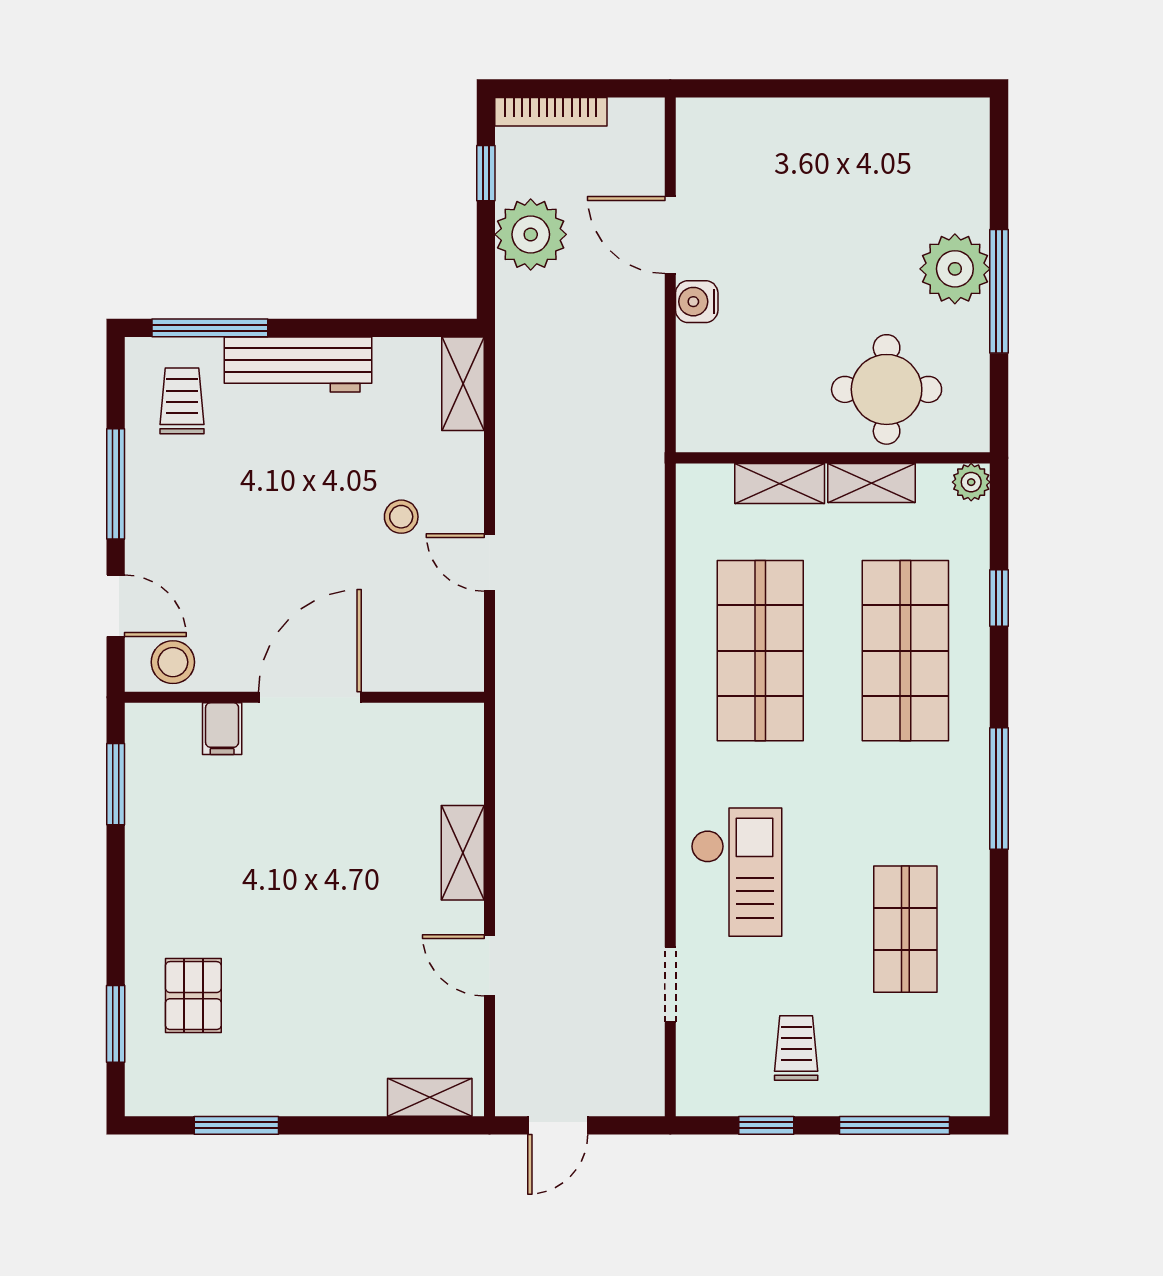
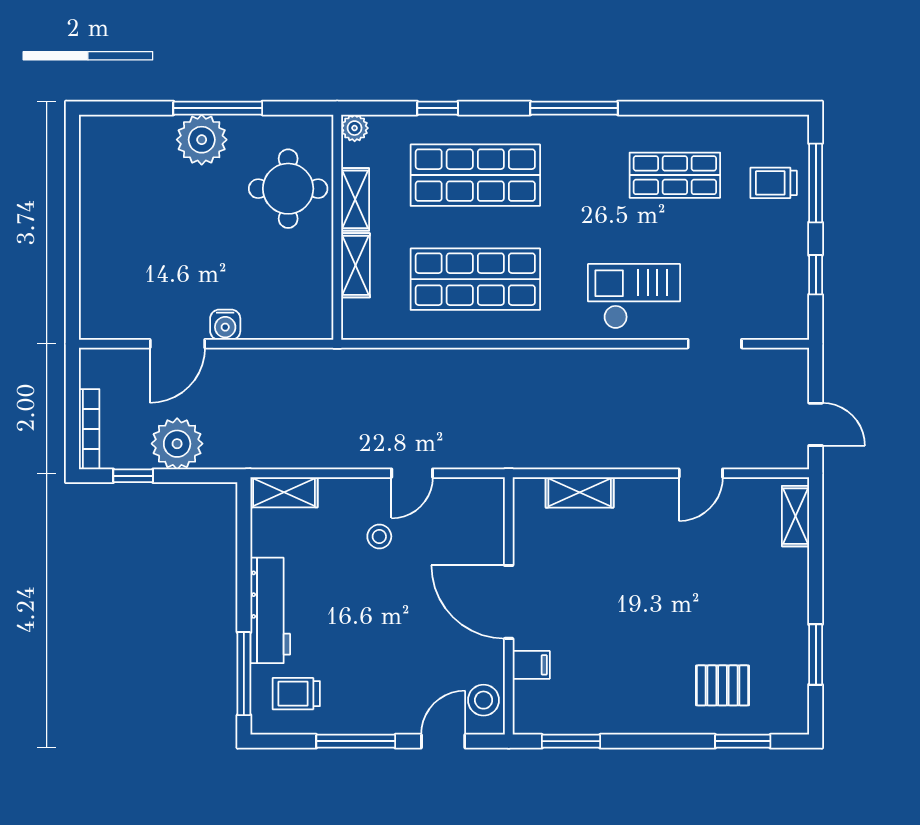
shelving: (463, 853) -> (580, 492), moved
trolley: (796, 1048) -> (774, 183), moved

